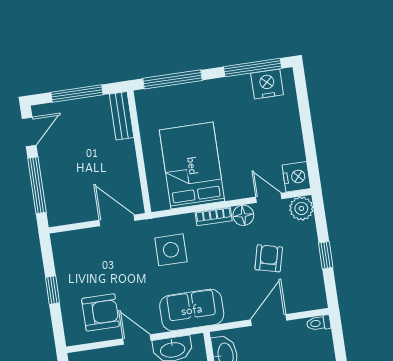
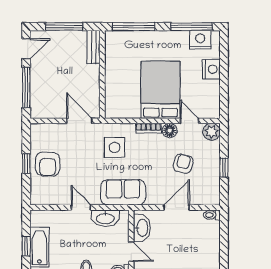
bed: (192, 166) -> (160, 90), moved
nightstand: (296, 177) -> (211, 69), moved
armchair: (101, 312) -> (48, 164), moved, turned 90

